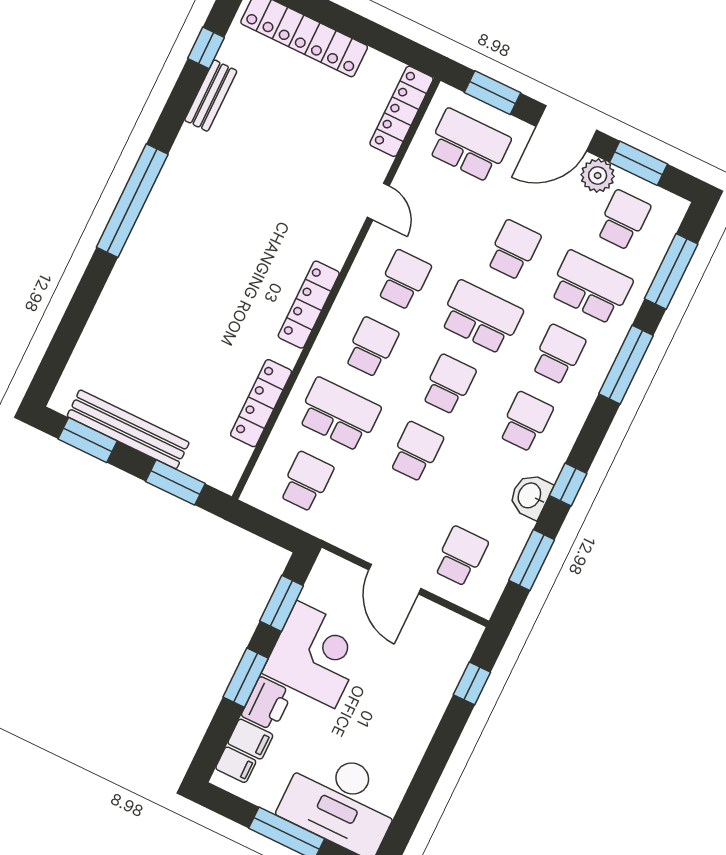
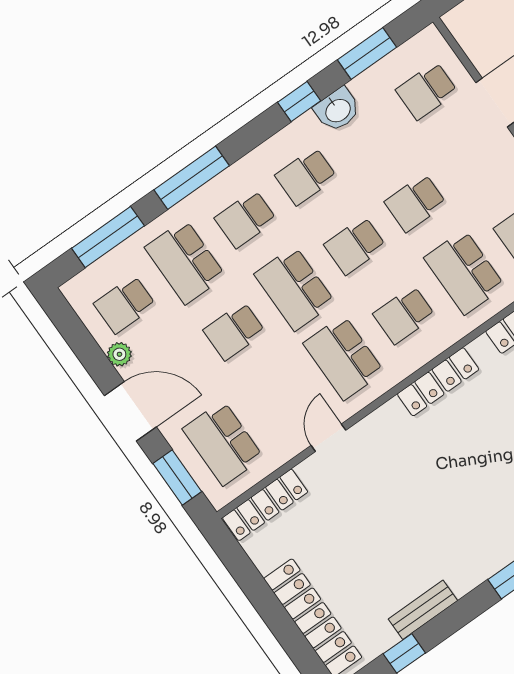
window: (639, 163) -> (84, 346), removed
plant: (598, 176) -> (119, 354), width x0.73, depth x0.73
school desk: (404, 280) -> (344, 358), width x1.85

